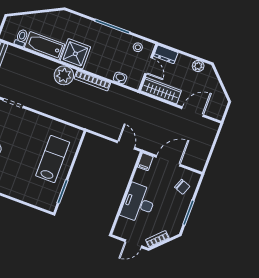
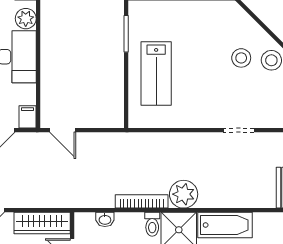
toilet: (21, 38) -> (152, 224), moved
plant: (123, 225) -> (26, 19), added

